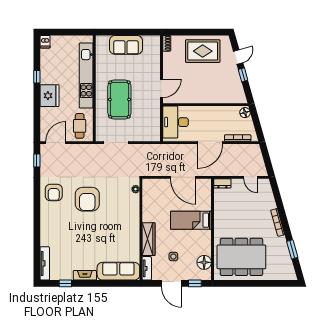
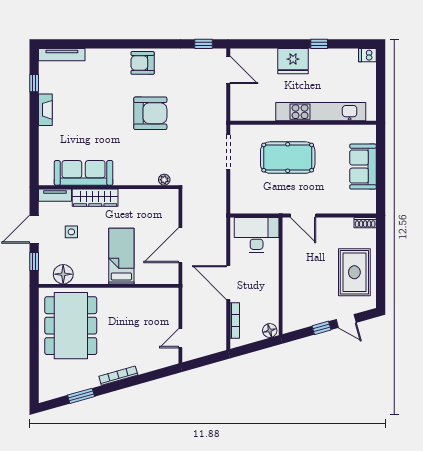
cafe table: (80, 126) -> (251, 103), removed
dresser: (222, 183) -> (172, 299), removed
armchair: (54, 192) -> (143, 63), moved
armchair: (87, 199) -> (150, 113), turned 180
sofa: (118, 271) -> (84, 173), moved, turned -90

